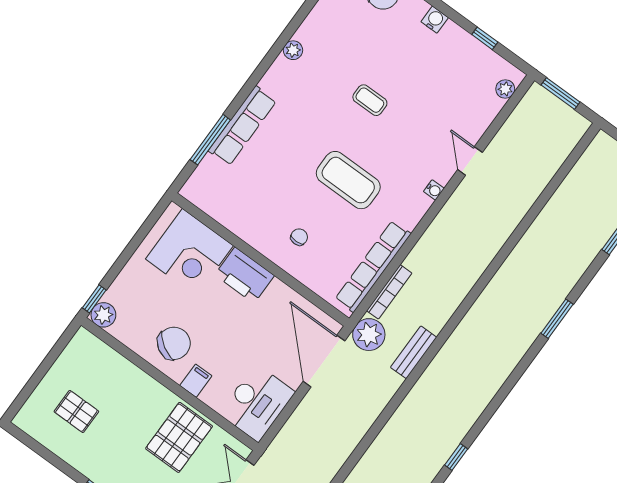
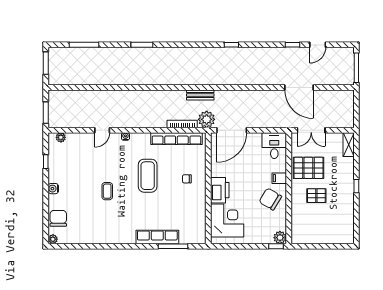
plant: (293, 50) -> (110, 239), removed
desk: (257, 403) -> (274, 146), width x0.73
pallet: (76, 411) -> (316, 196), moved, turned 90

